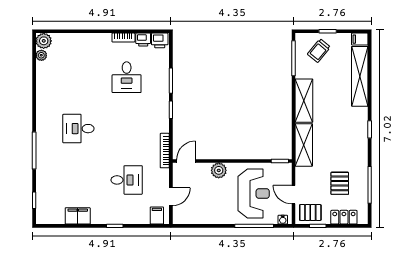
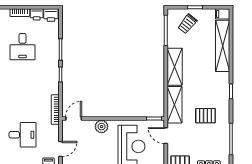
pallet: (340, 183) -> (205, 116), moved, turned 90
door: (294, 195) -> (166, 136), moved

